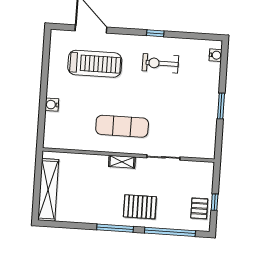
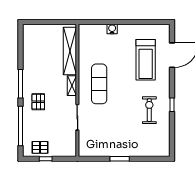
water cooler: (216, 55) -> (158, 152), removed
shelving: (48, 190) -> (70, 51), moved, turned 90
pallet: (140, 207) -> (38, 102), width x0.67, depth x0.71

